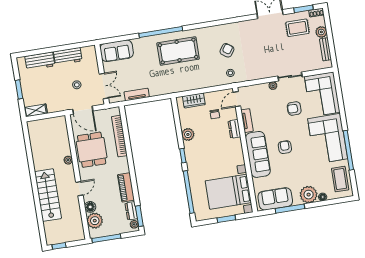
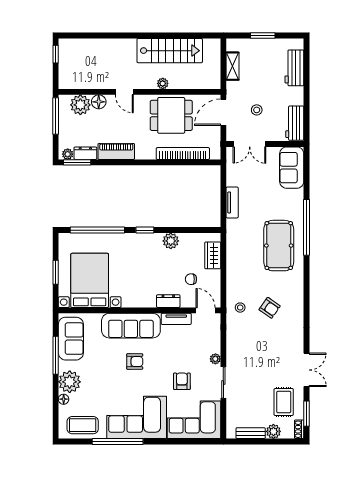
workbench: (68, 56) -> (295, 123), moved
tv unit: (137, 94) -> (232, 202), moved
shelving: (36, 110) -> (233, 66), moved
stairs: (48, 195) -> (170, 51), moved

